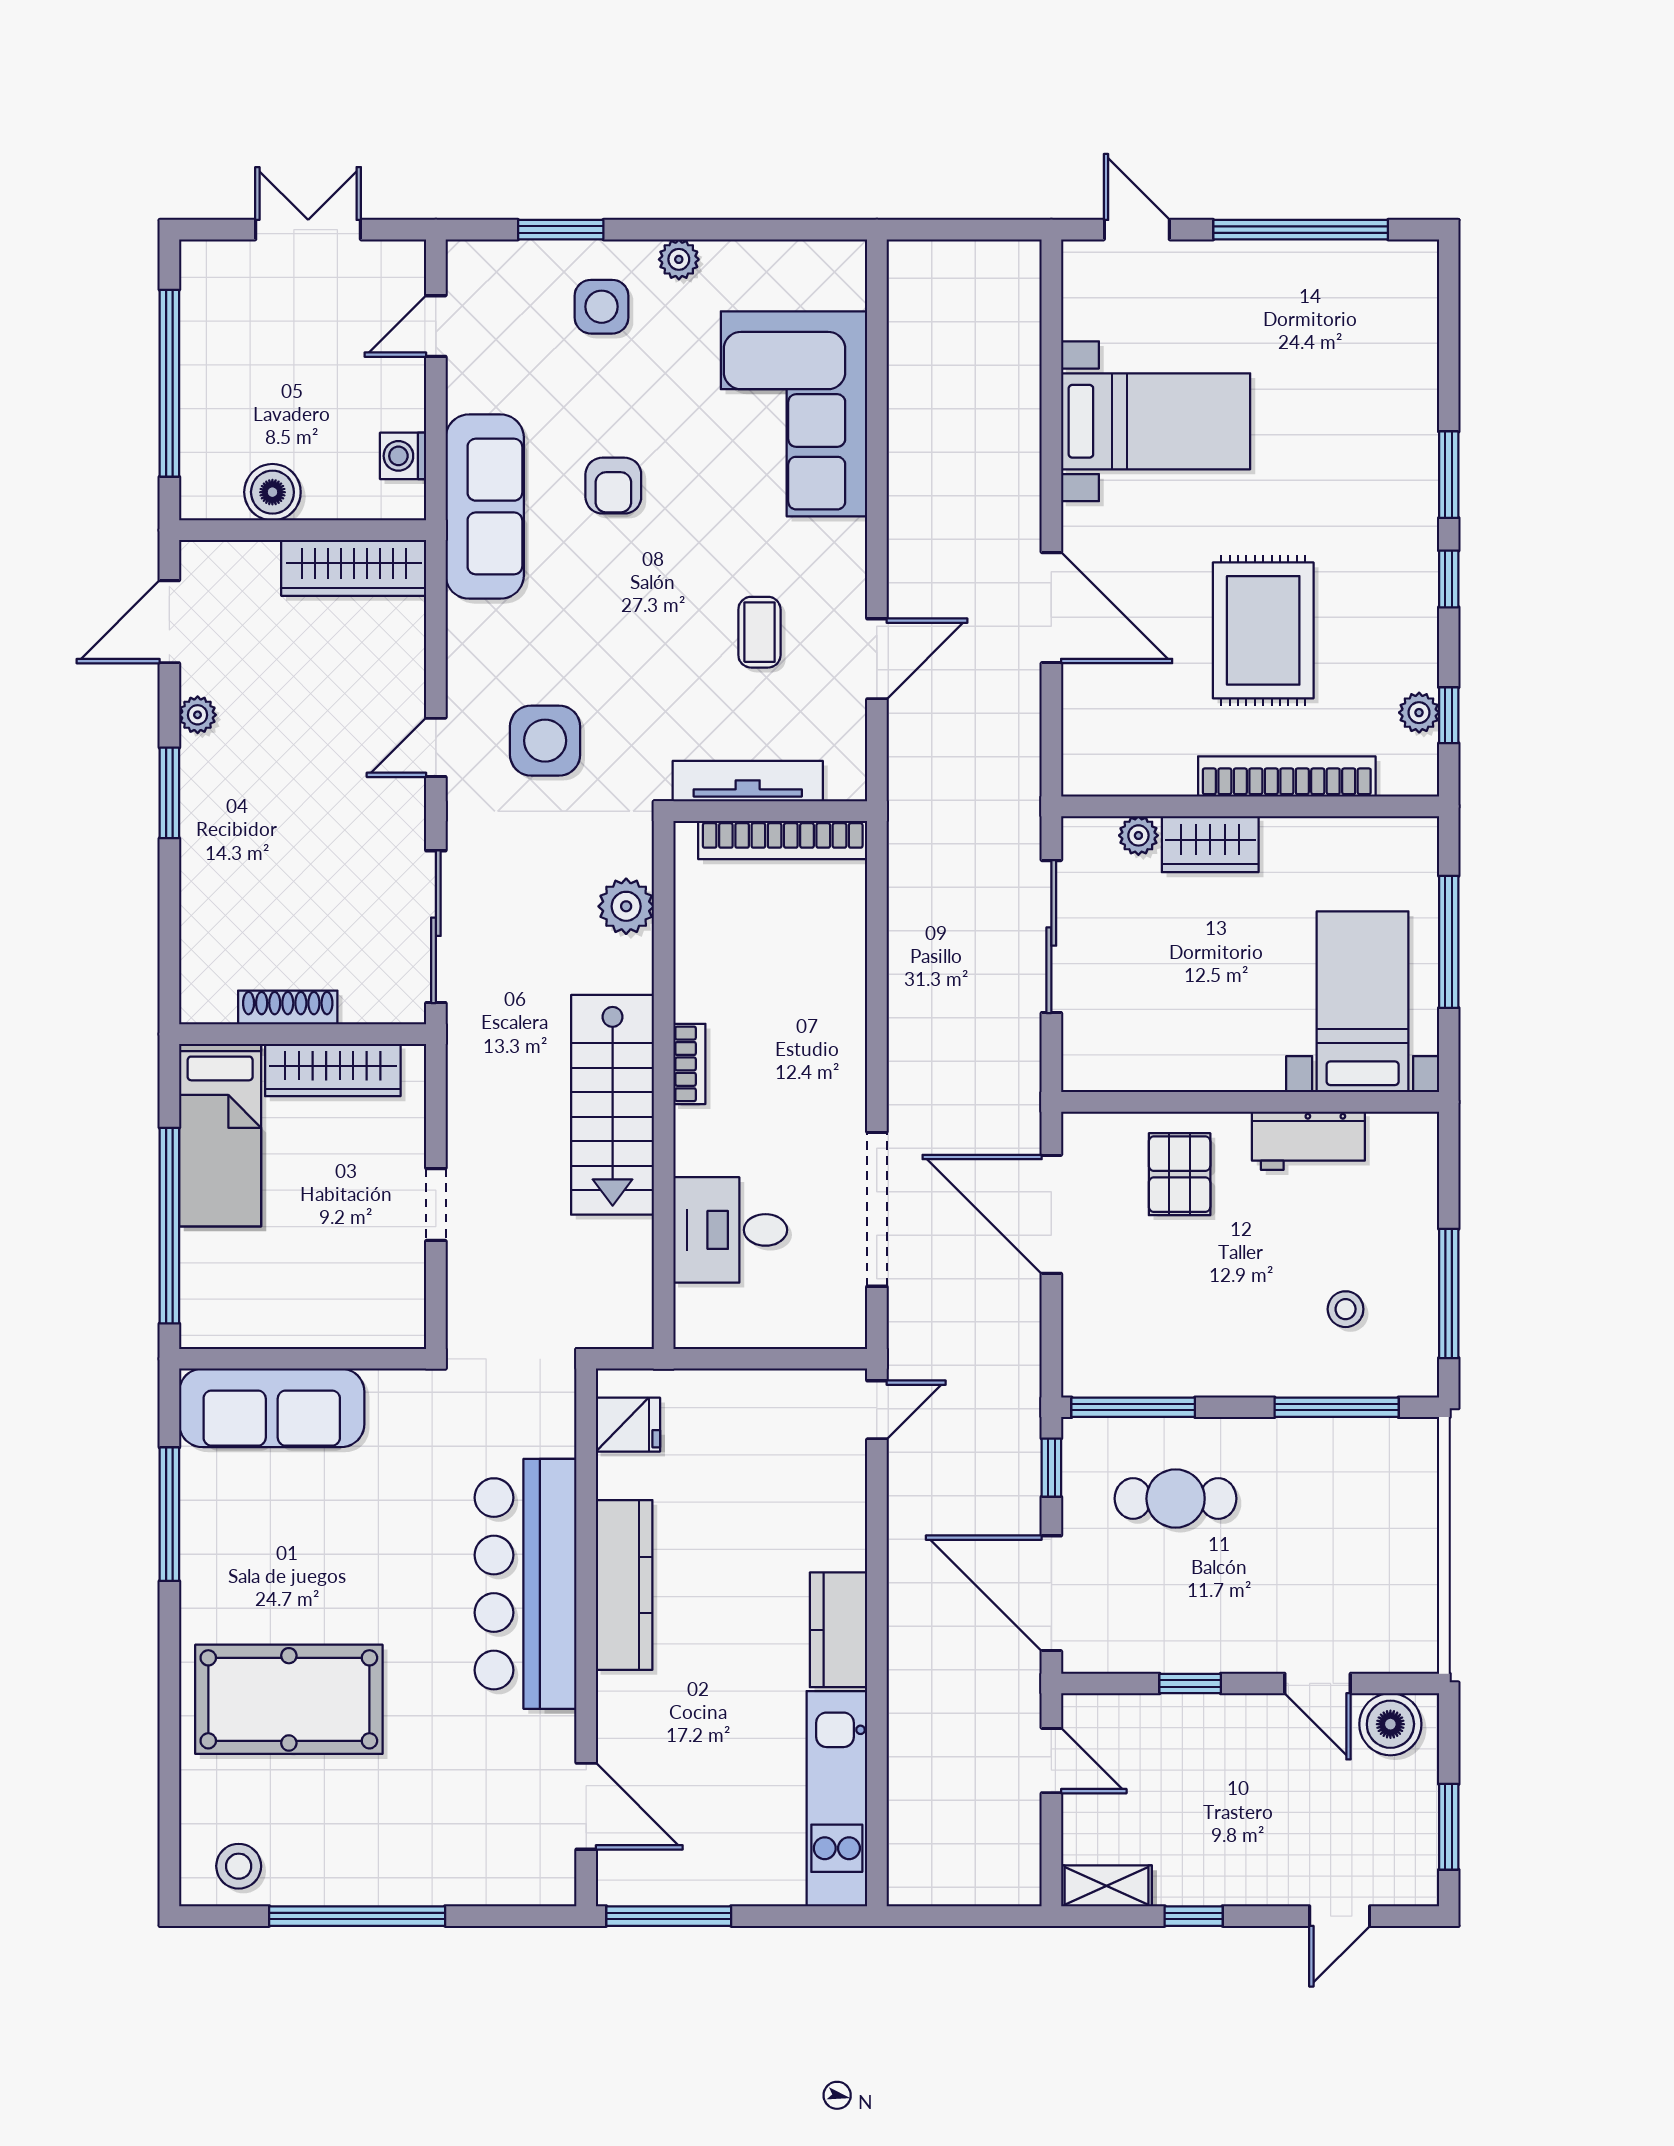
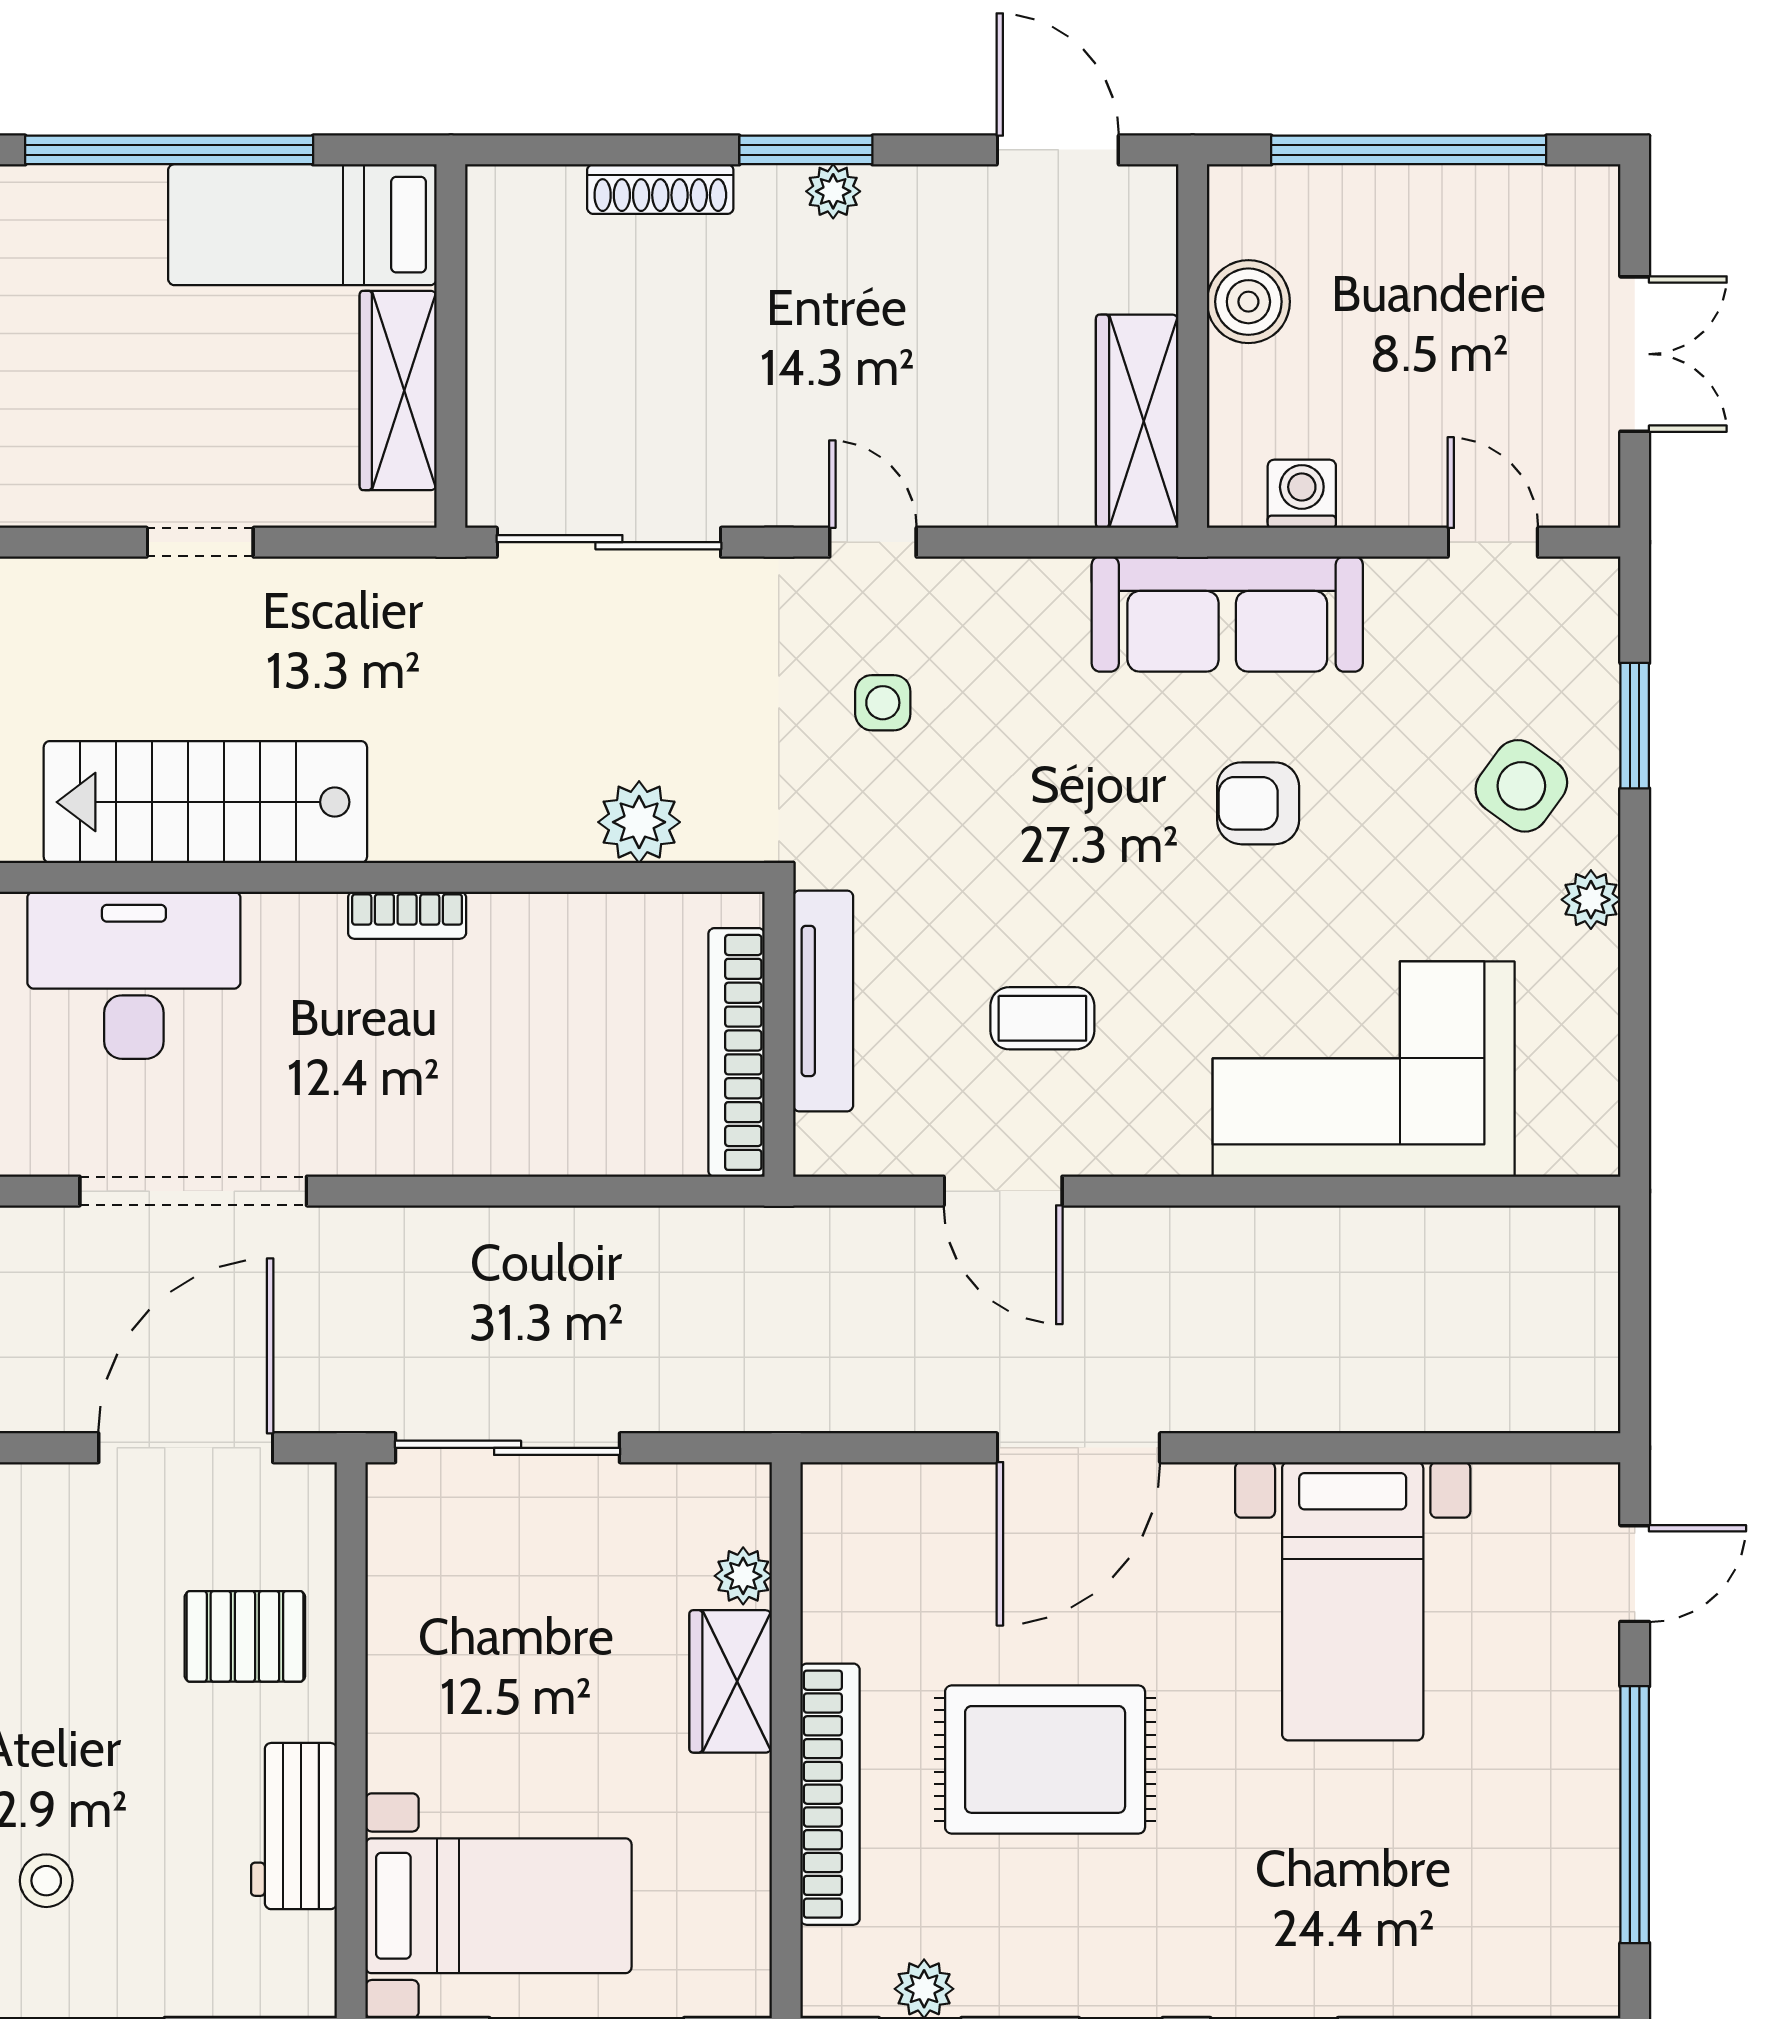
side table: (602, 307) -> (1521, 786), turned 36
plant: (198, 715) -> (833, 191), moved
side table: (545, 741) -> (883, 703), width x0.54, depth x0.54
sliding door: (1051, 937) -> (508, 1448), moved
shoe rack: (288, 1007) -> (660, 189), moved, turned 90
stairs: (613, 1105) -> (205, 802), moved
desk: (730, 1230) -> (134, 975), width x1.37

